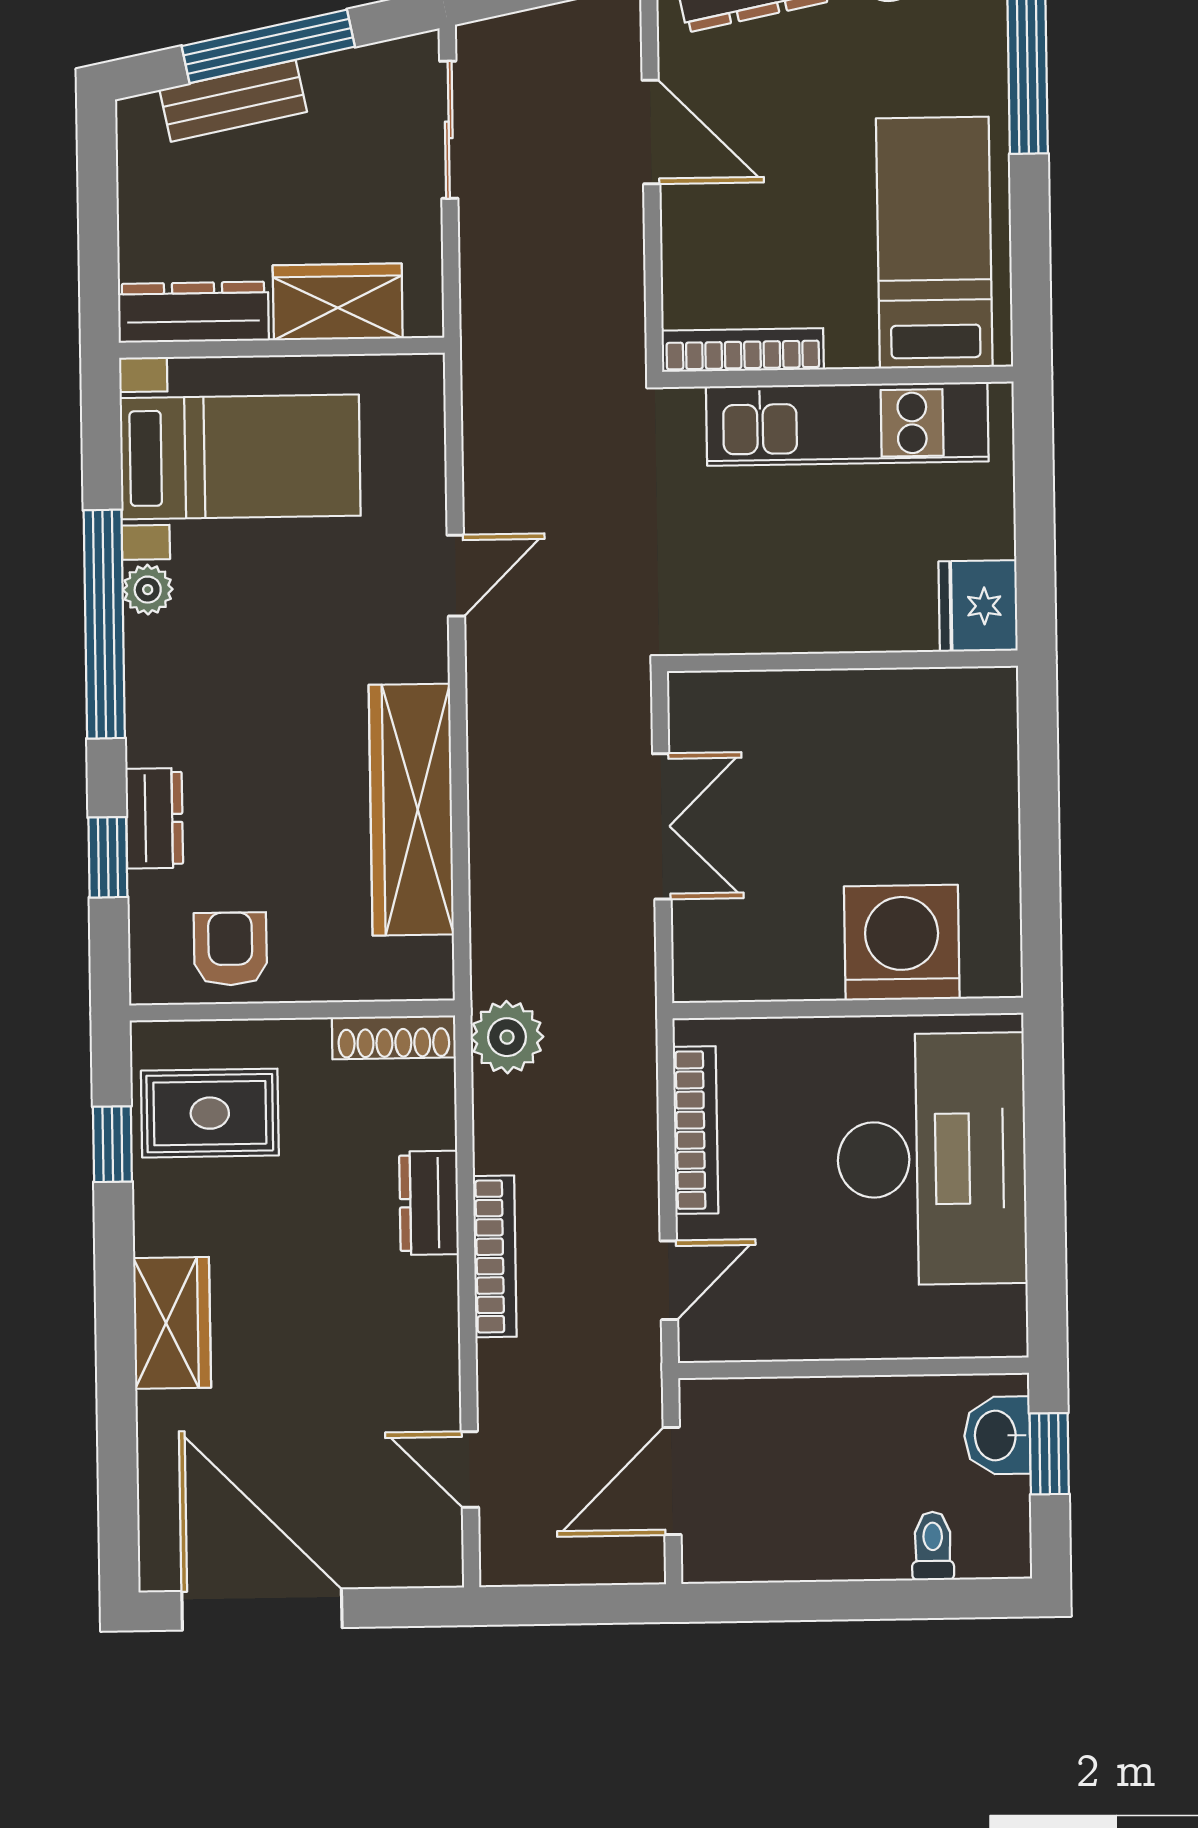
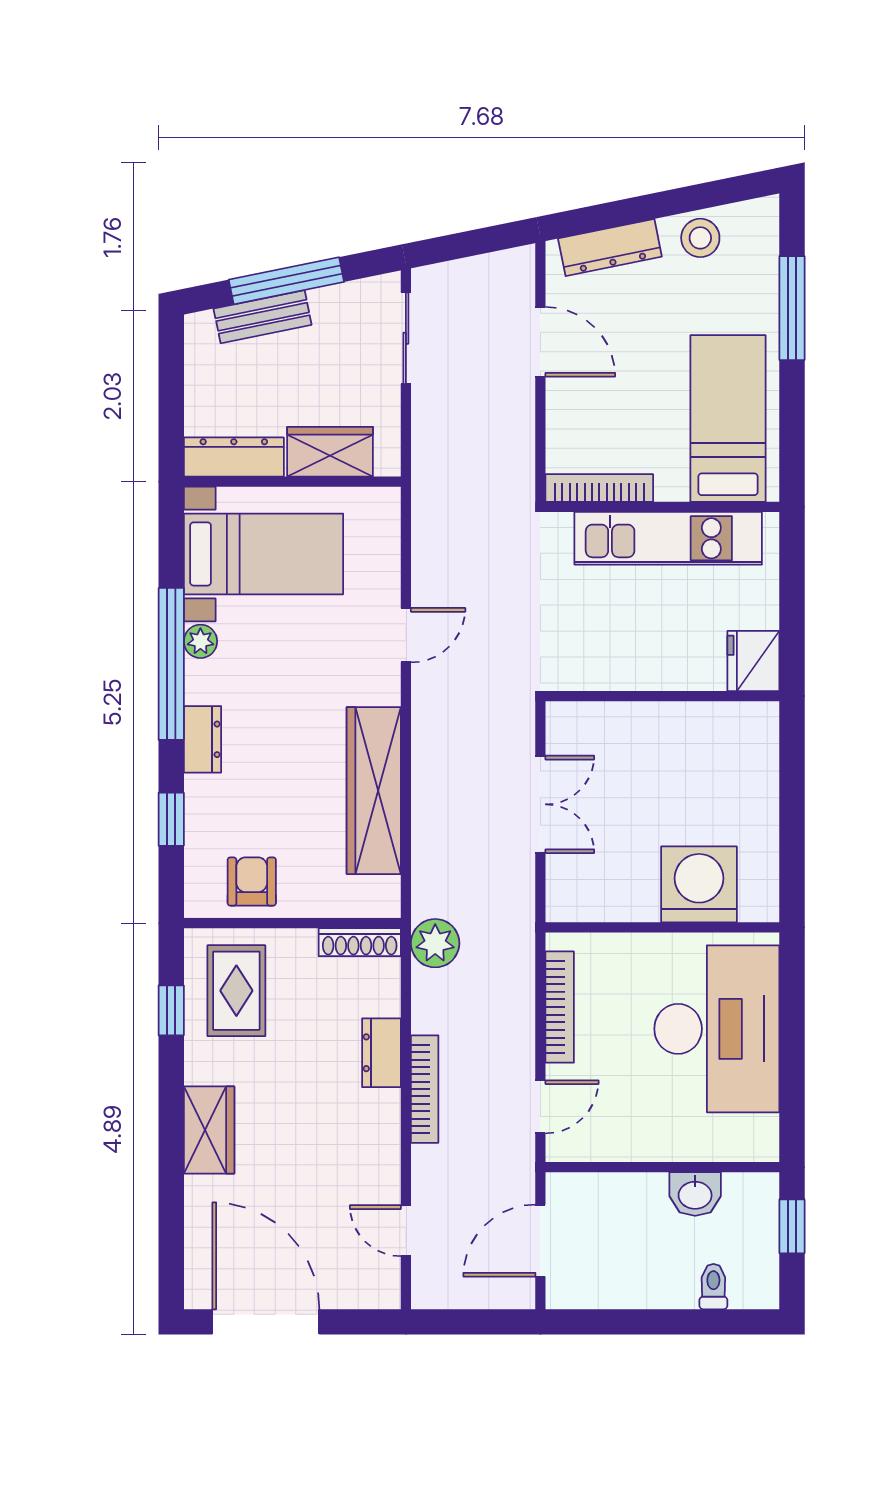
dresser: (154, 818) -> (202, 739), moved
rug: (210, 1113) -> (236, 991), turned 90
washbasin: (997, 1435) -> (695, 1194), moved, turned -90

